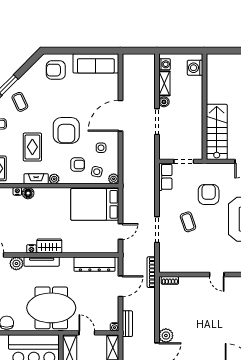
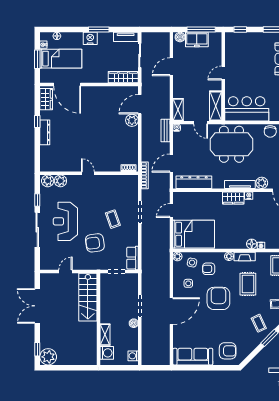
shelving: (164, 83) -> (105, 335), moved
armchair: (209, 194) -> (95, 243), turned 82

